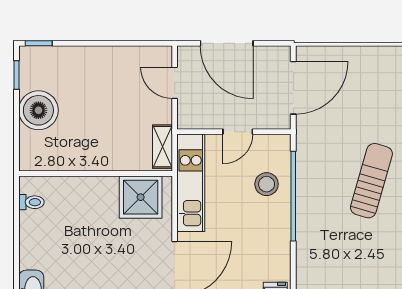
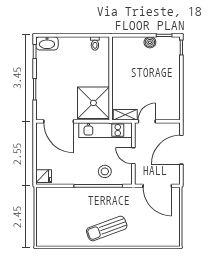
door: (175, 83) -> (147, 121), moved
boiler: (38, 110) -> (150, 42), width x0.54, depth x0.54
sun lounger: (371, 181) -> (107, 228), turned 144
shower: (141, 197) -> (93, 103), width x1.37, depth x1.37

